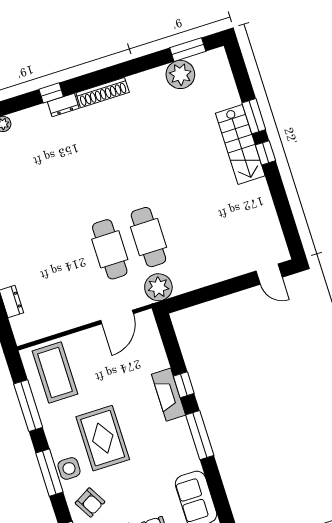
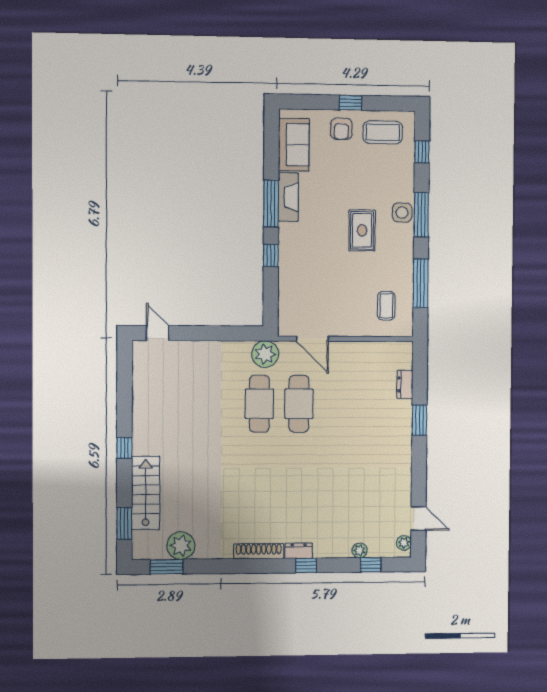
window: (254, 116) -> (124, 523), moved
stairs: (240, 144) -> (146, 493), moved
door: (117, 317) -> (312, 339), swing flipped
coffee table: (55, 373) -> (386, 306), width x0.54, depth x0.58
fireplace: (169, 395) -> (288, 197), moved
rug: (103, 438) -> (362, 230), width x0.73, depth x0.70
armchair: (90, 502) -> (393, 174), removed

